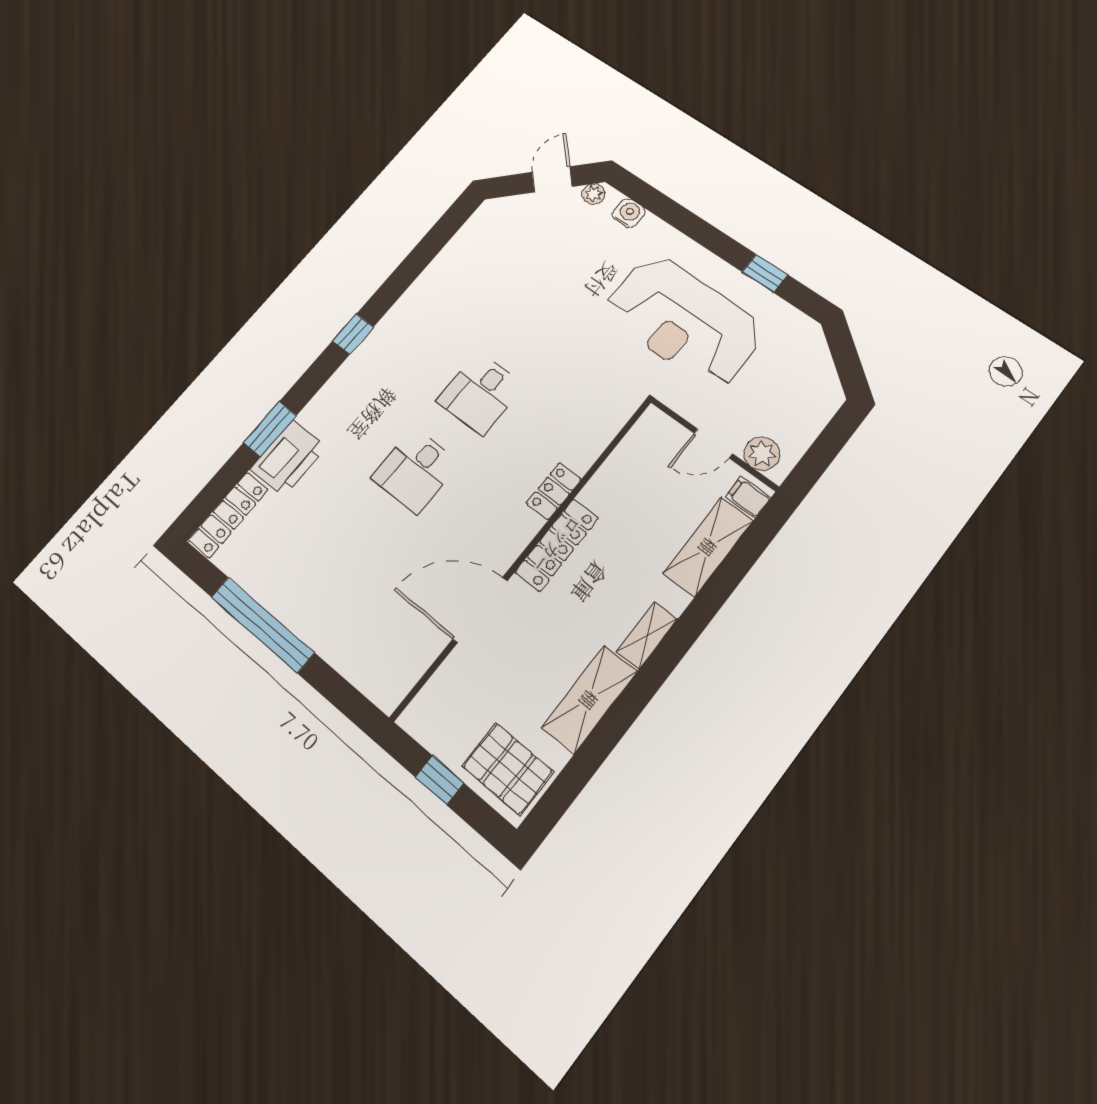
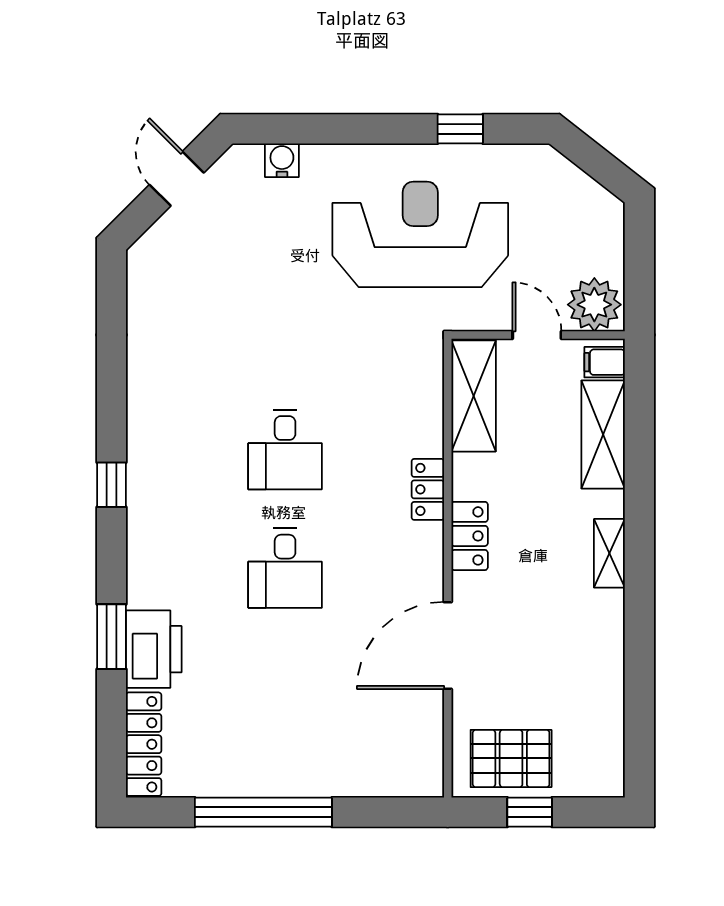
plant: (593, 194) -> (231, 165), removed
reception desk: (683, 321) -> (420, 234), turned 180
door: (713, 443) -> (537, 335), swing flipped
plant: (762, 454) -> (594, 305), width x1.36, depth x1.36
locker: (557, 545) -> (470, 536), width x0.66
shelving: (589, 700) -> (474, 396), moved
pallet: (508, 769) -> (511, 758), moved

